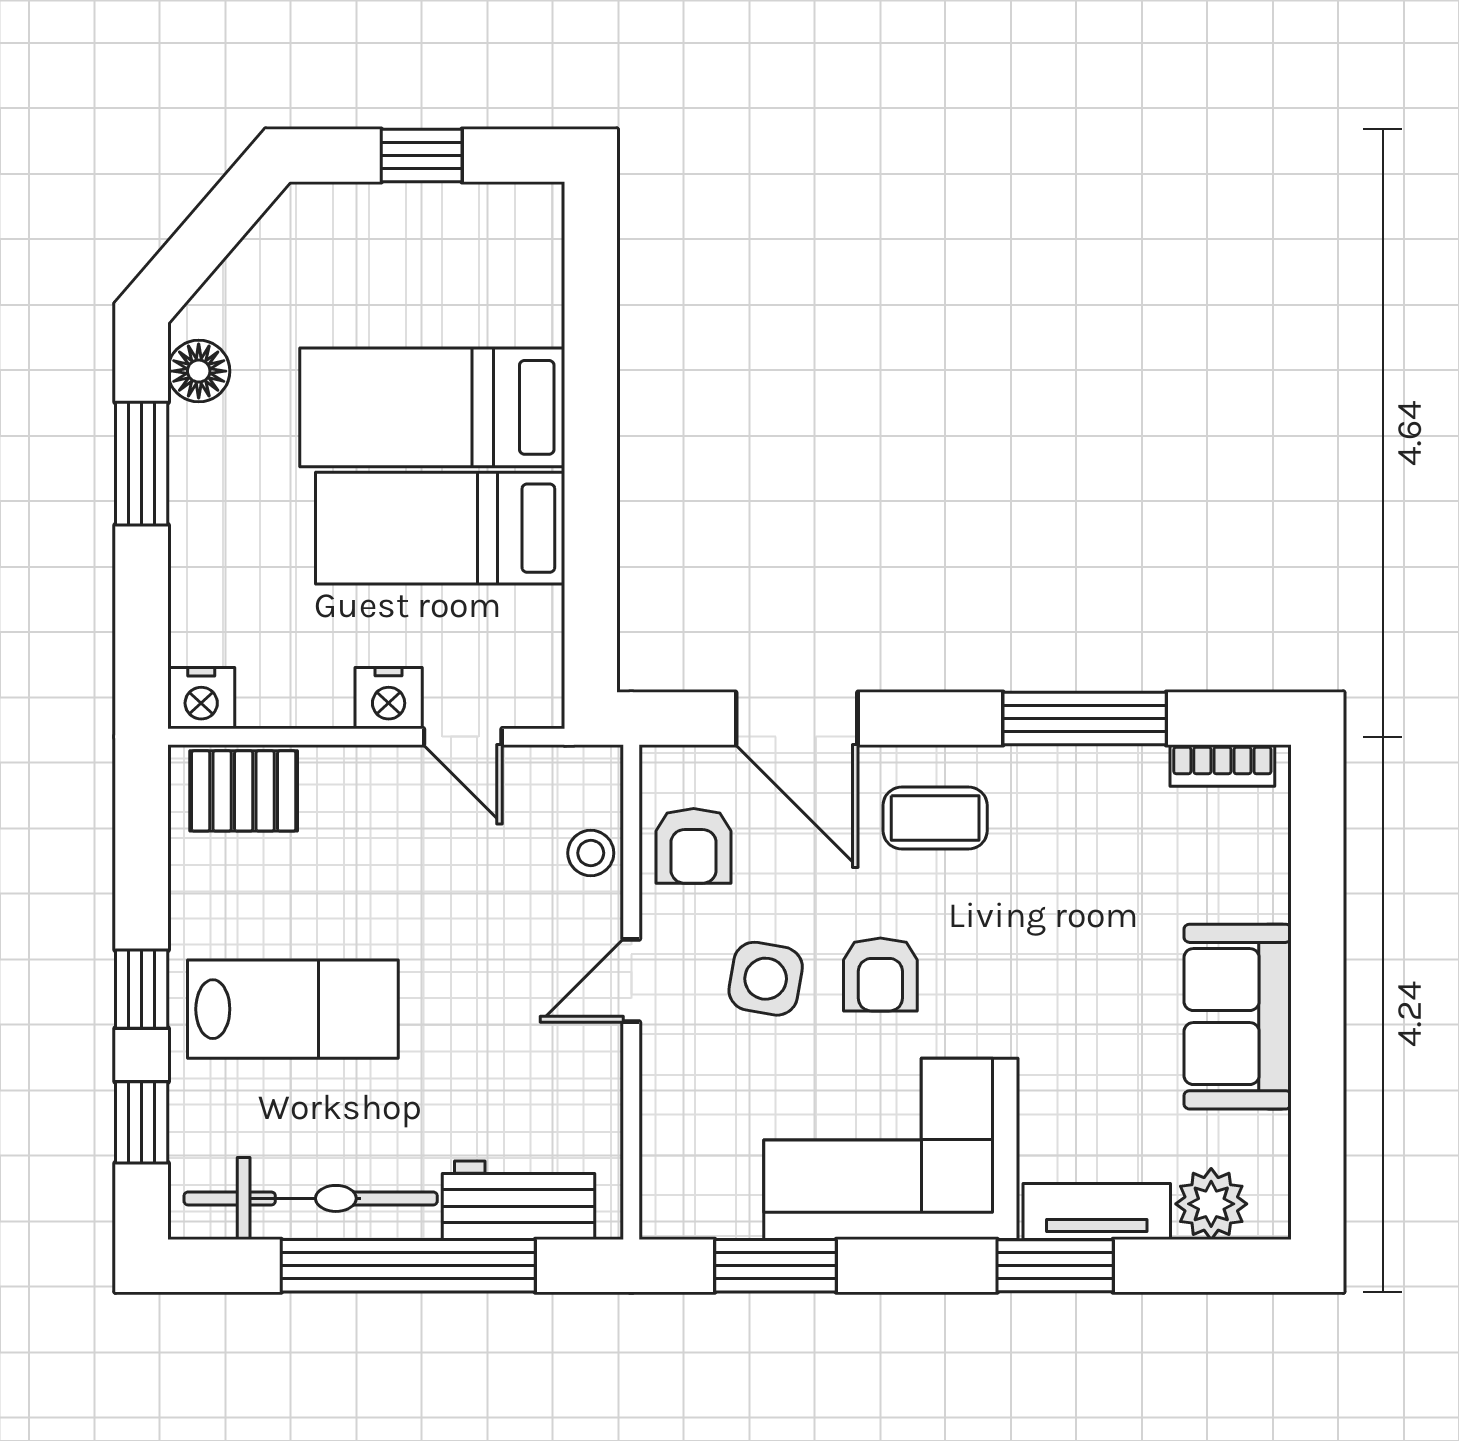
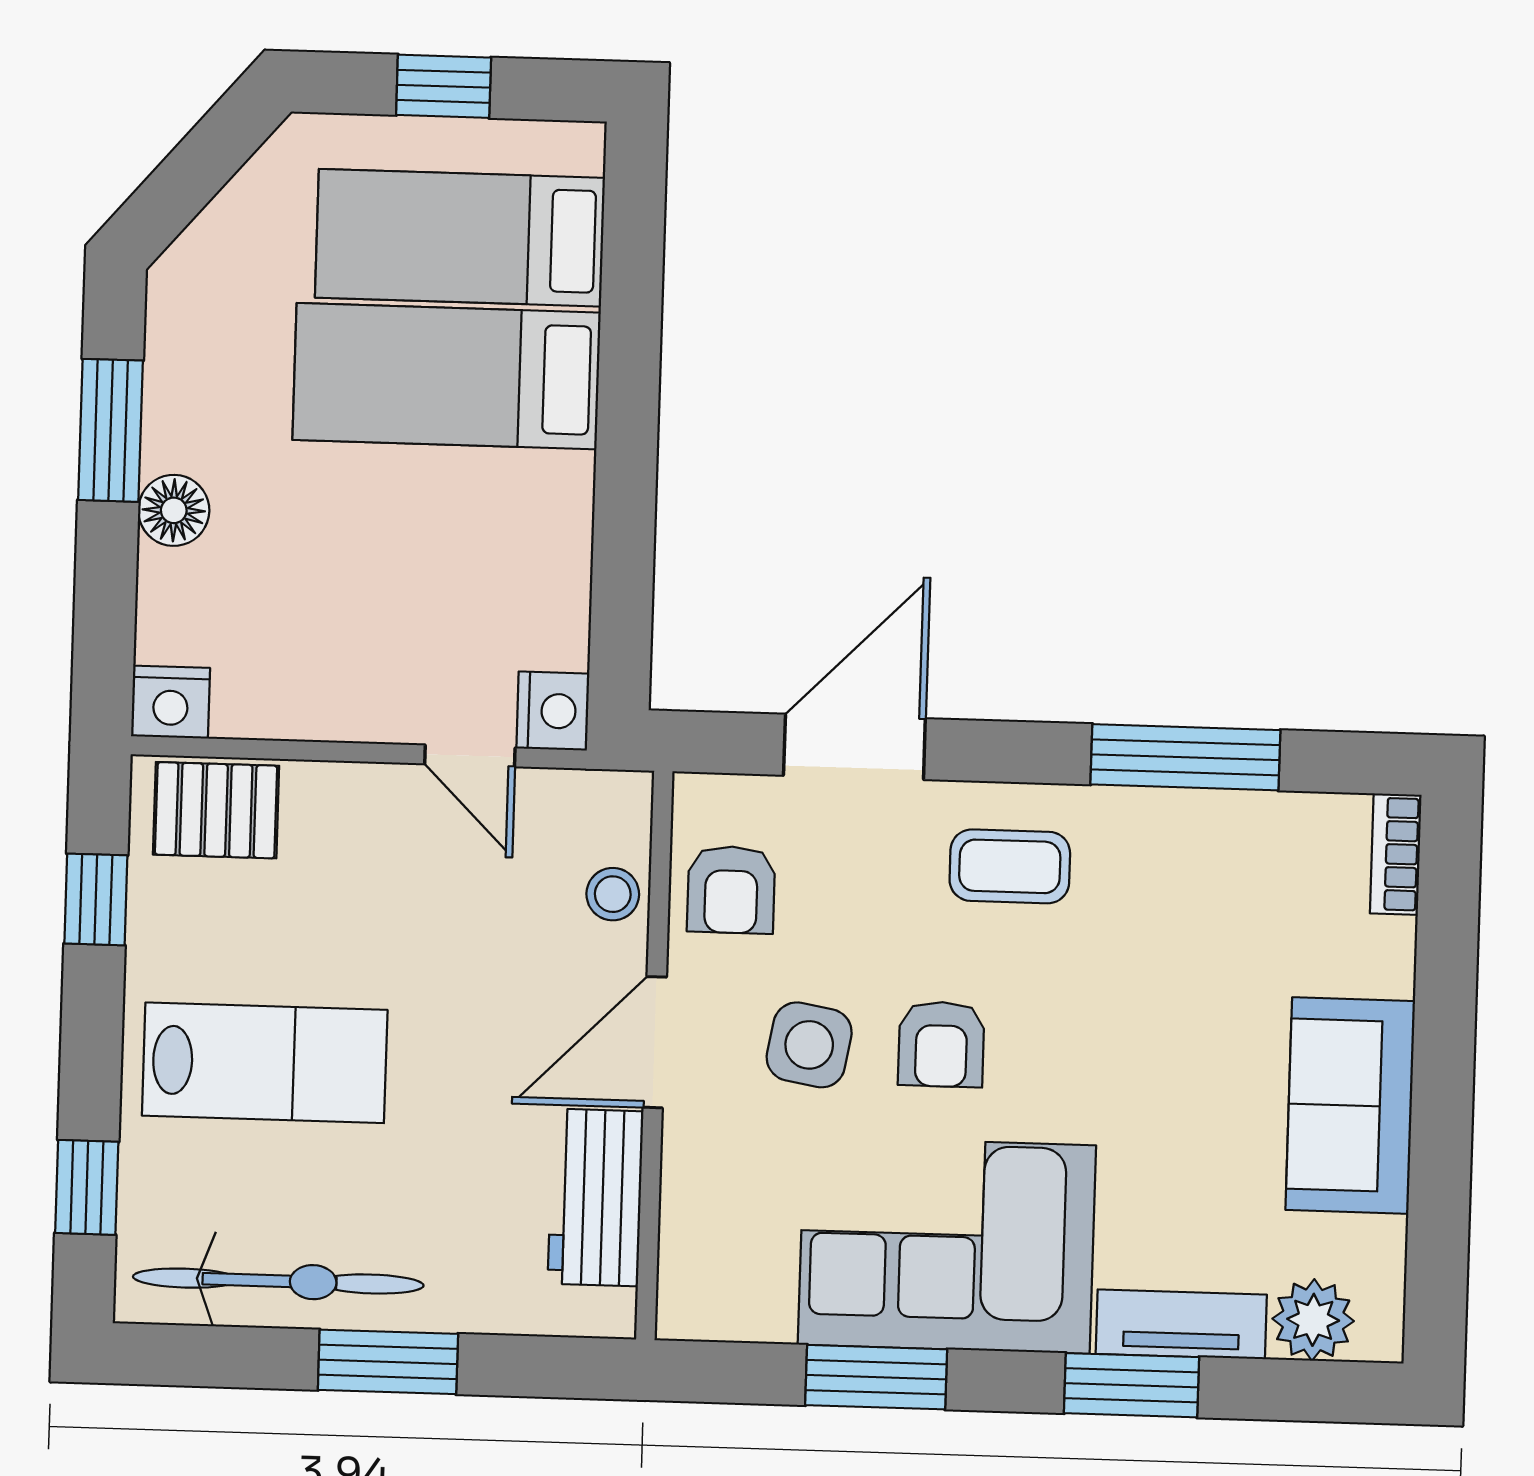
floor lamp: (199, 371) -> (174, 510), moved
bed: (440, 528) -> (460, 238), moved
nightstand: (389, 698) -> (553, 711), moved, turned -90
door: (797, 718) -> (854, 747), swing flipped
bookcase: (1222, 765) -> (1396, 854), moved, turned 90
door: (631, 981) -> (655, 1042), width x1.38
window: (142, 989) -> (96, 899), moved
workbench: (519, 1200) -> (595, 1197), moved, turned -90
window: (408, 1266) -> (388, 1362), width x0.47
window: (776, 1266) -> (876, 1377), moved

